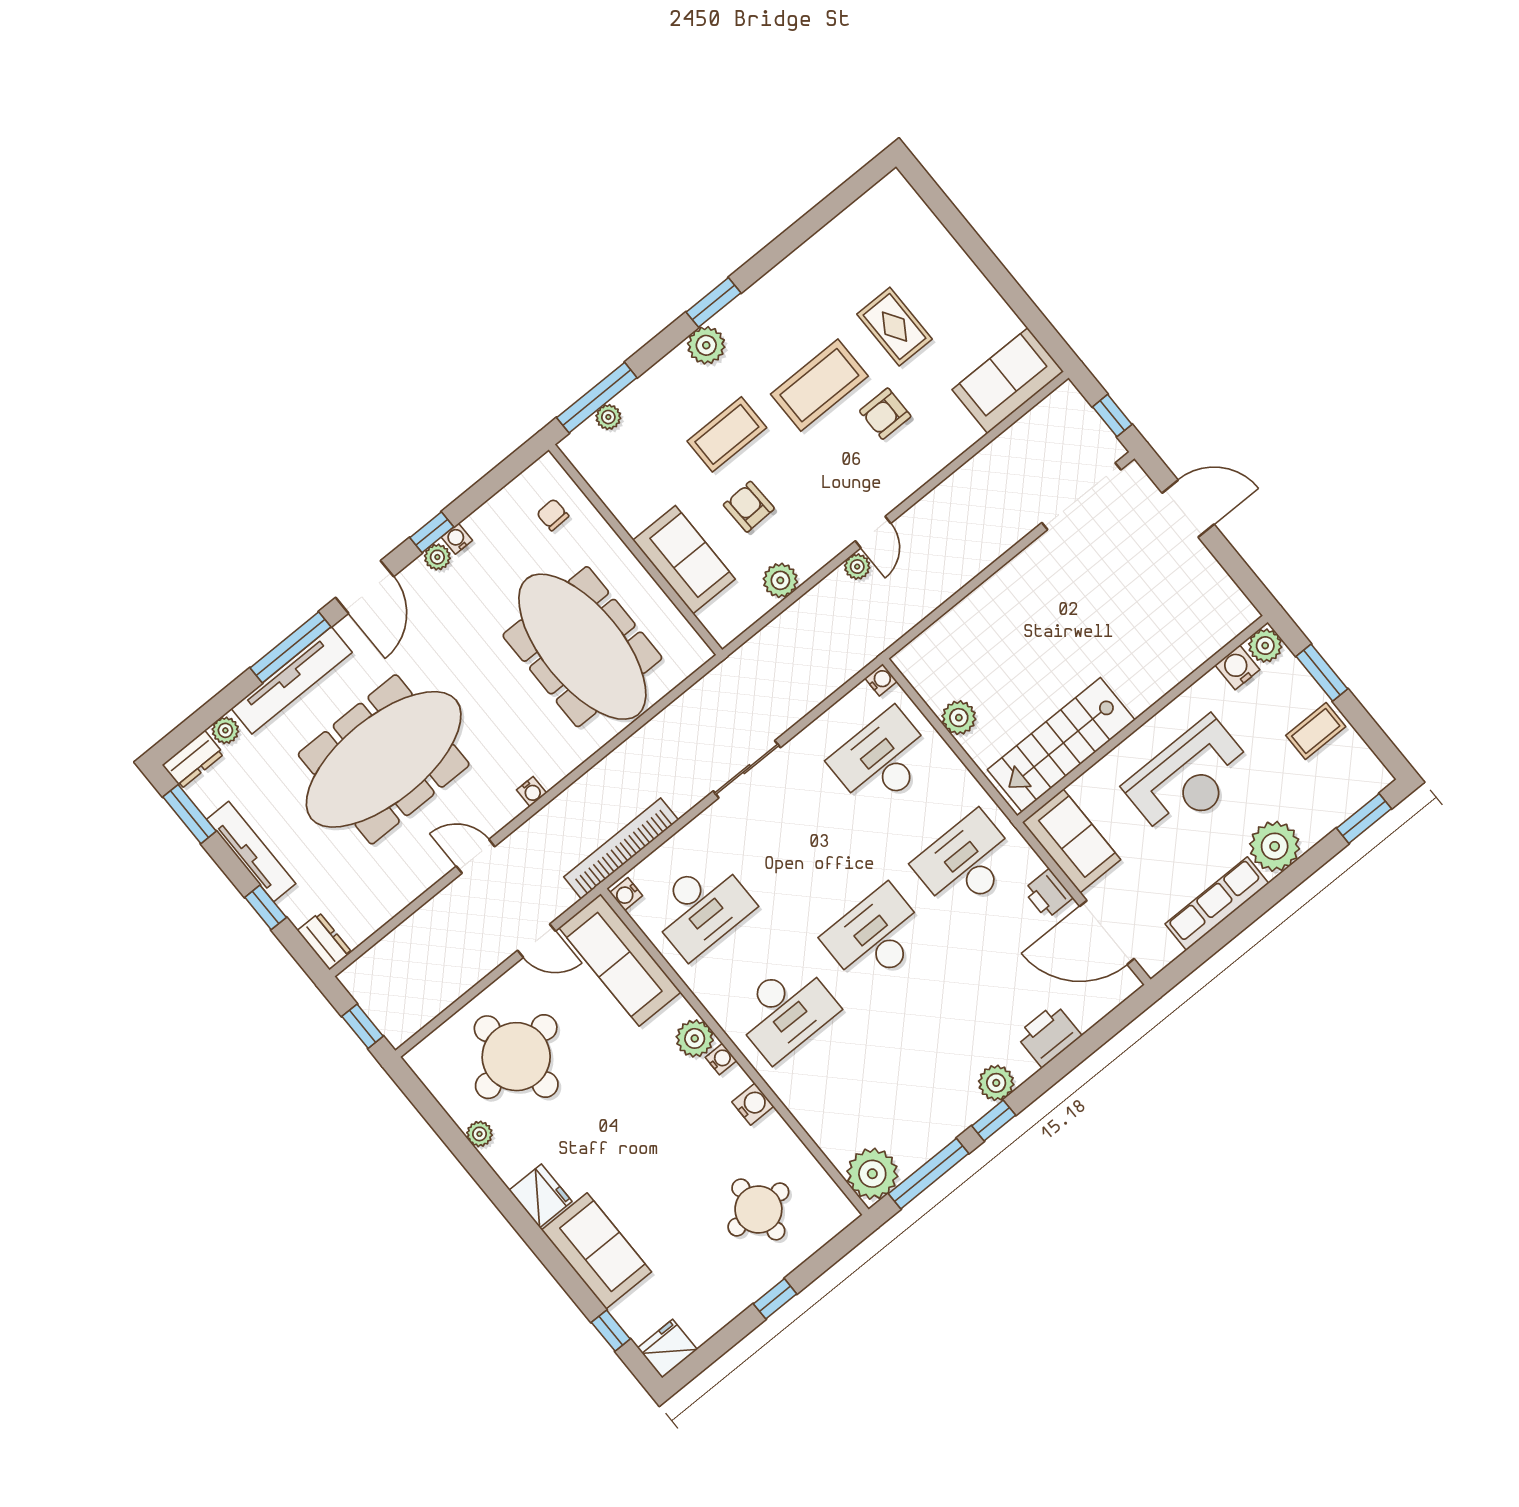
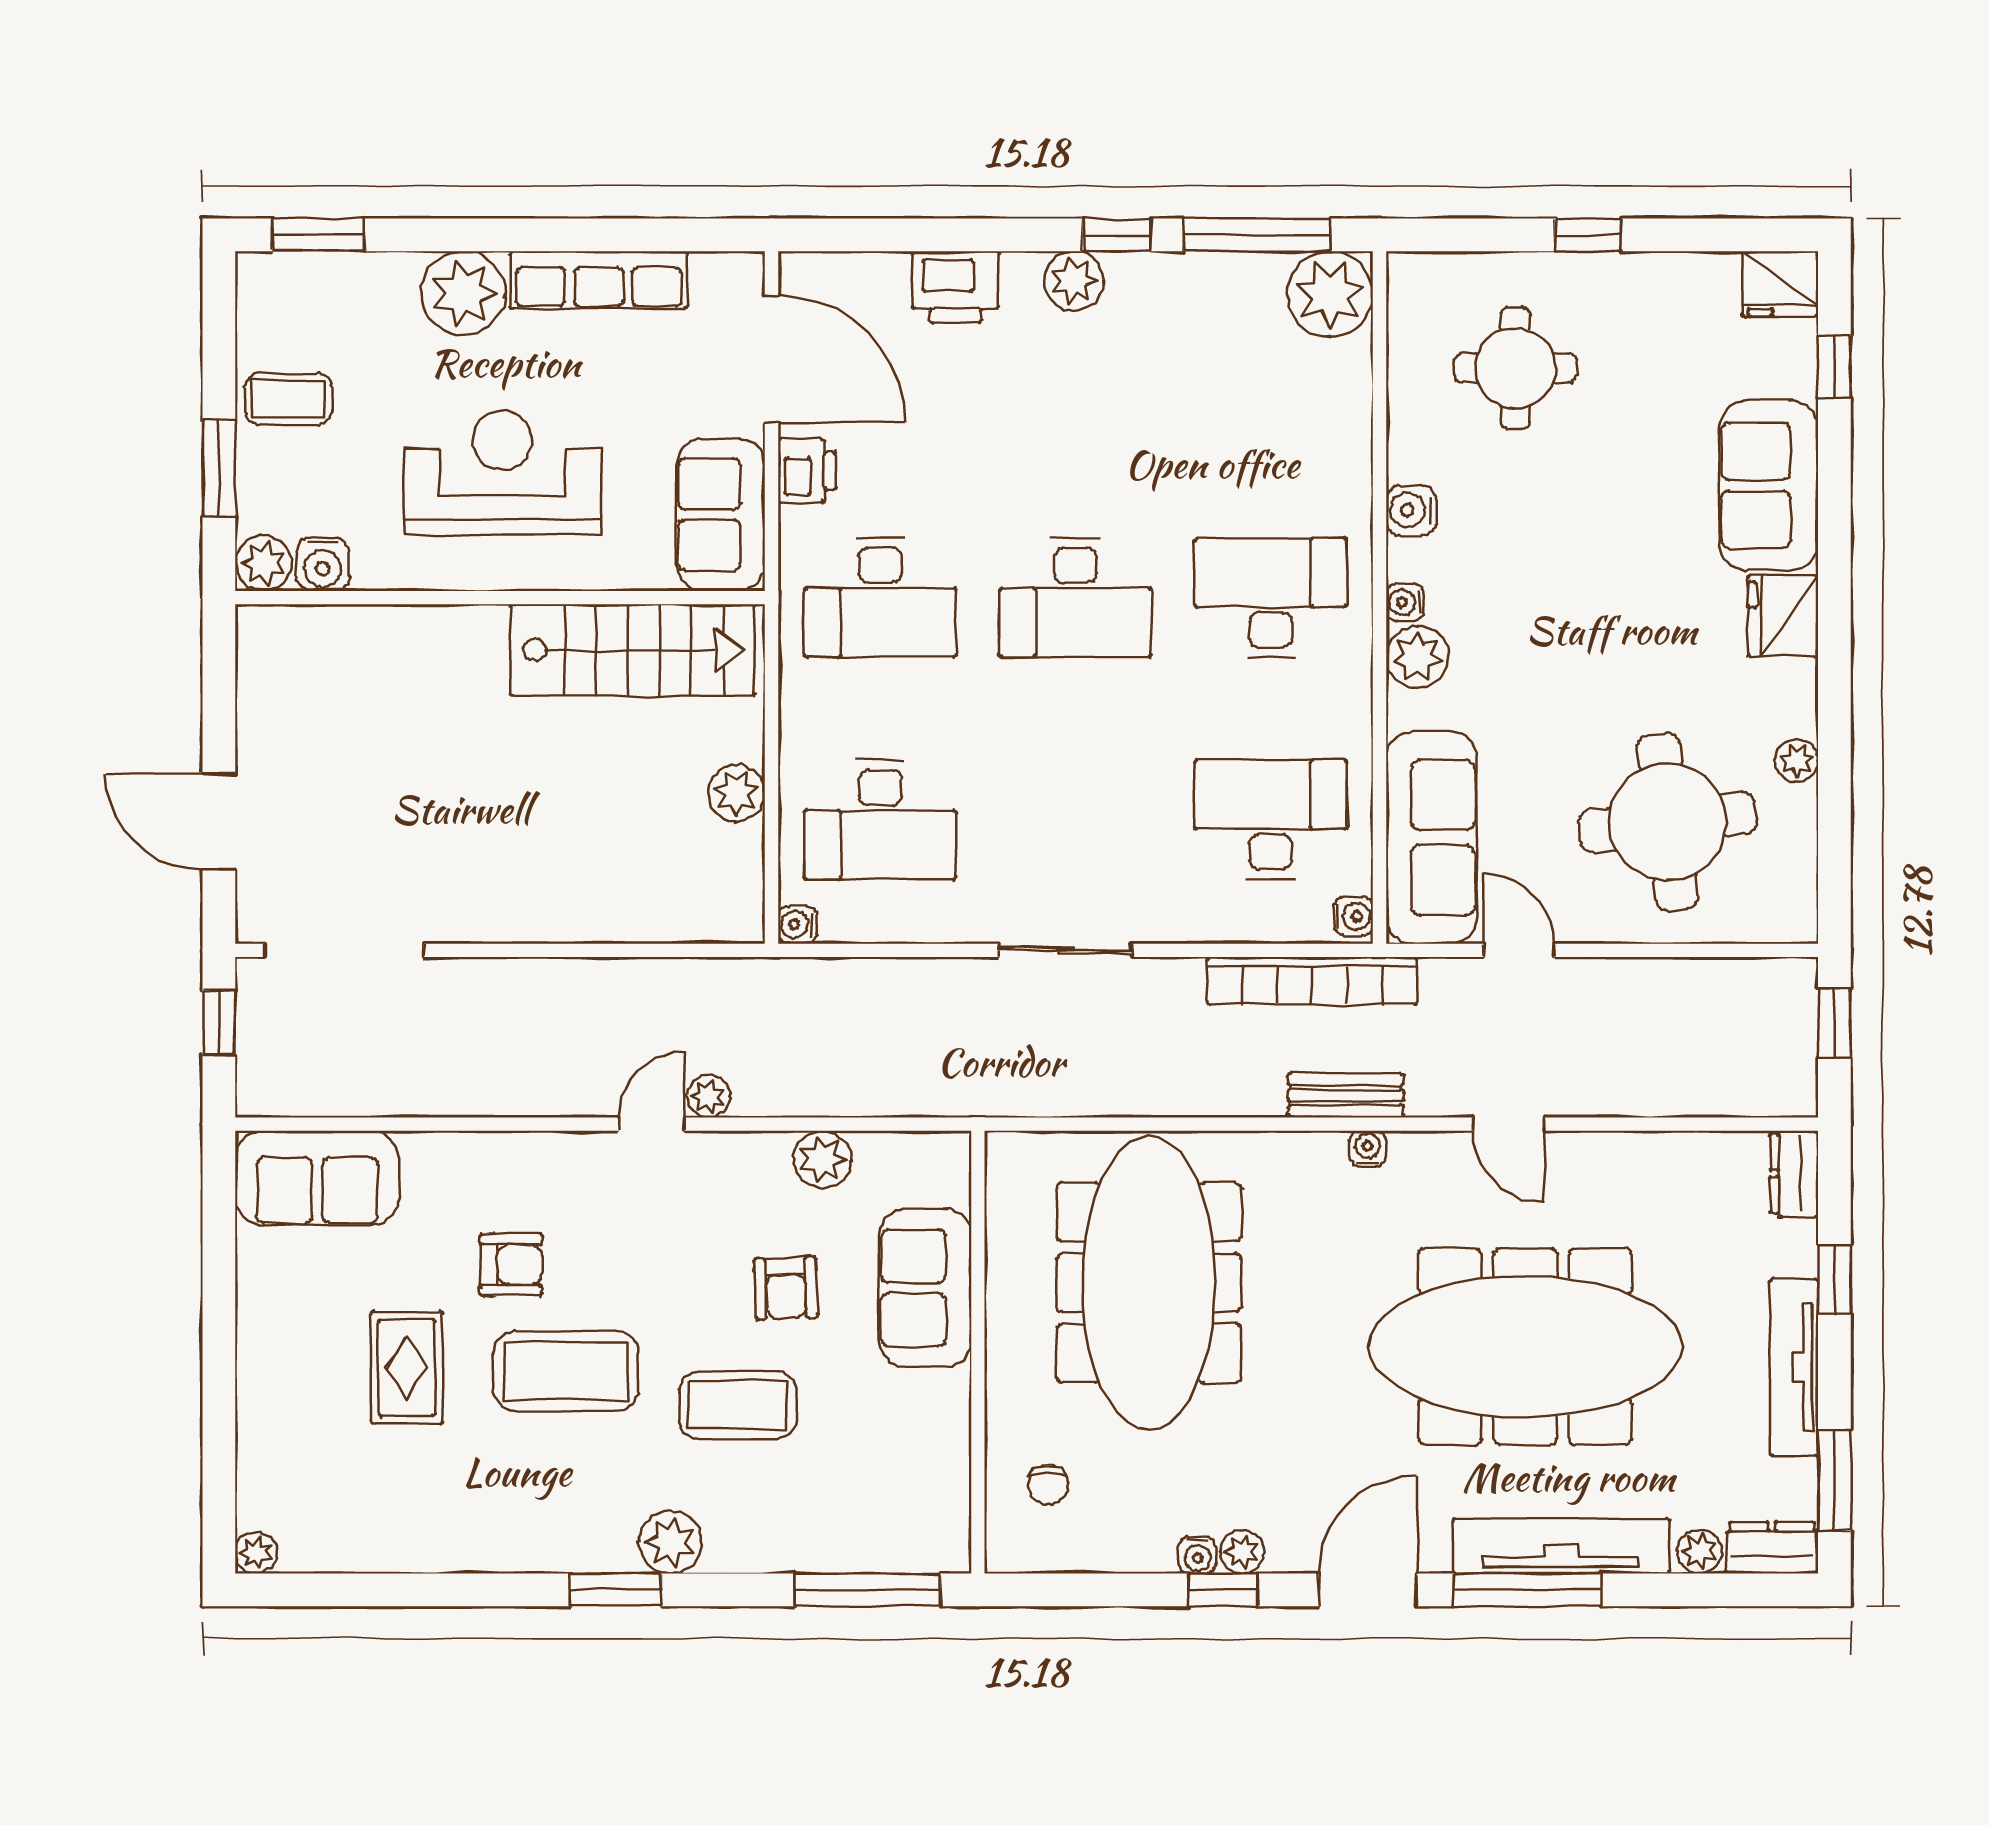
plant: (608, 417) -> (256, 1553), moved
bench: (562, 808) -> (1346, 1095), added

